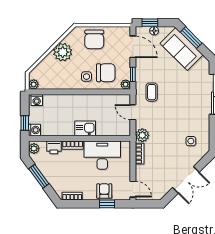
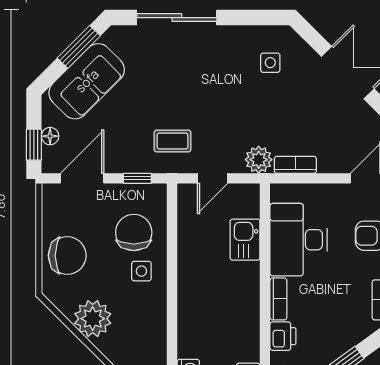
window: (191, 38) -> (79, 47), moved
plant: (126, 84) -> (157, 193), removed
kitchen sink: (85, 128) -> (245, 240), moved

